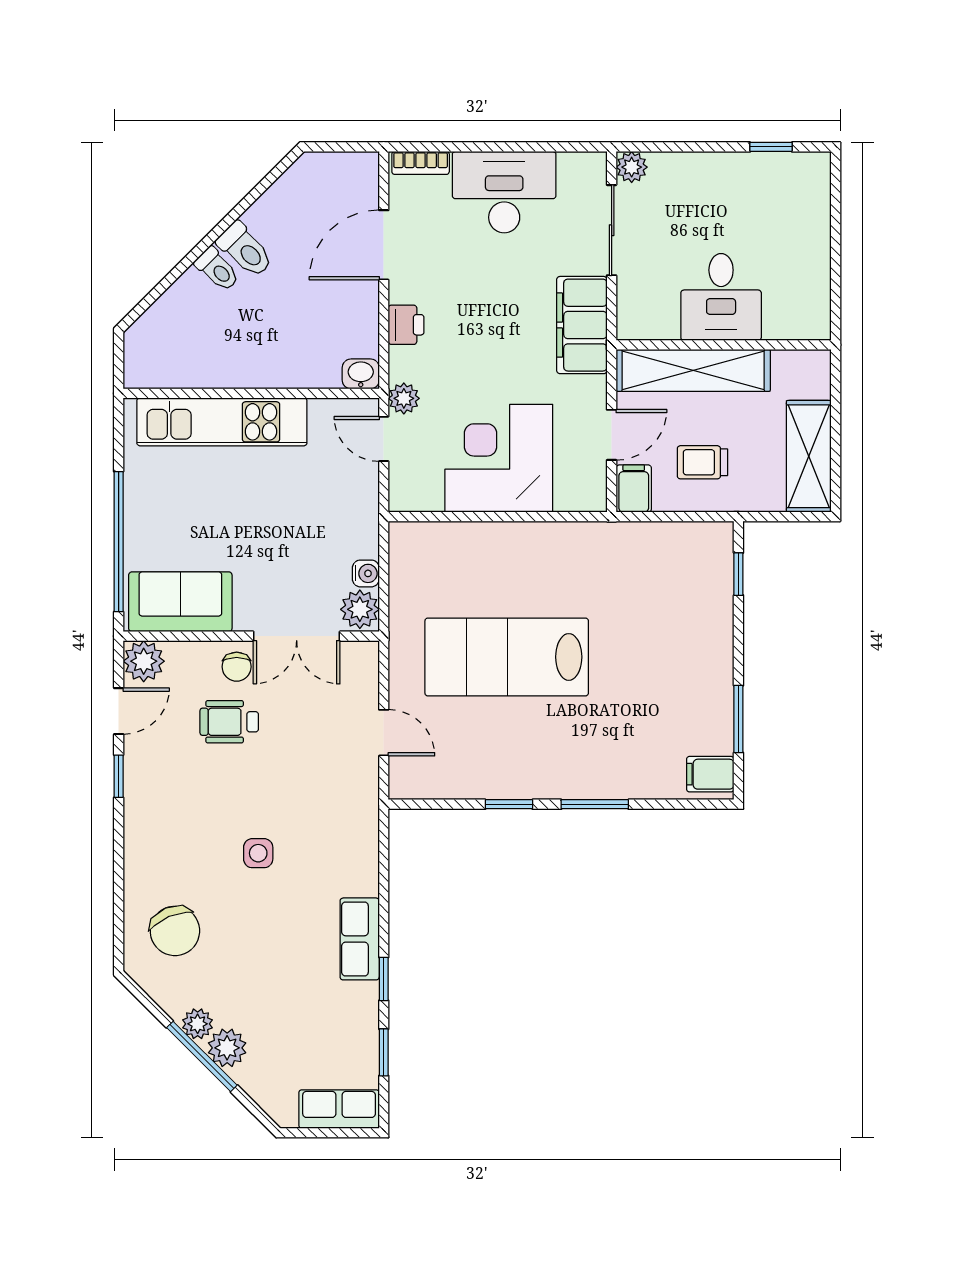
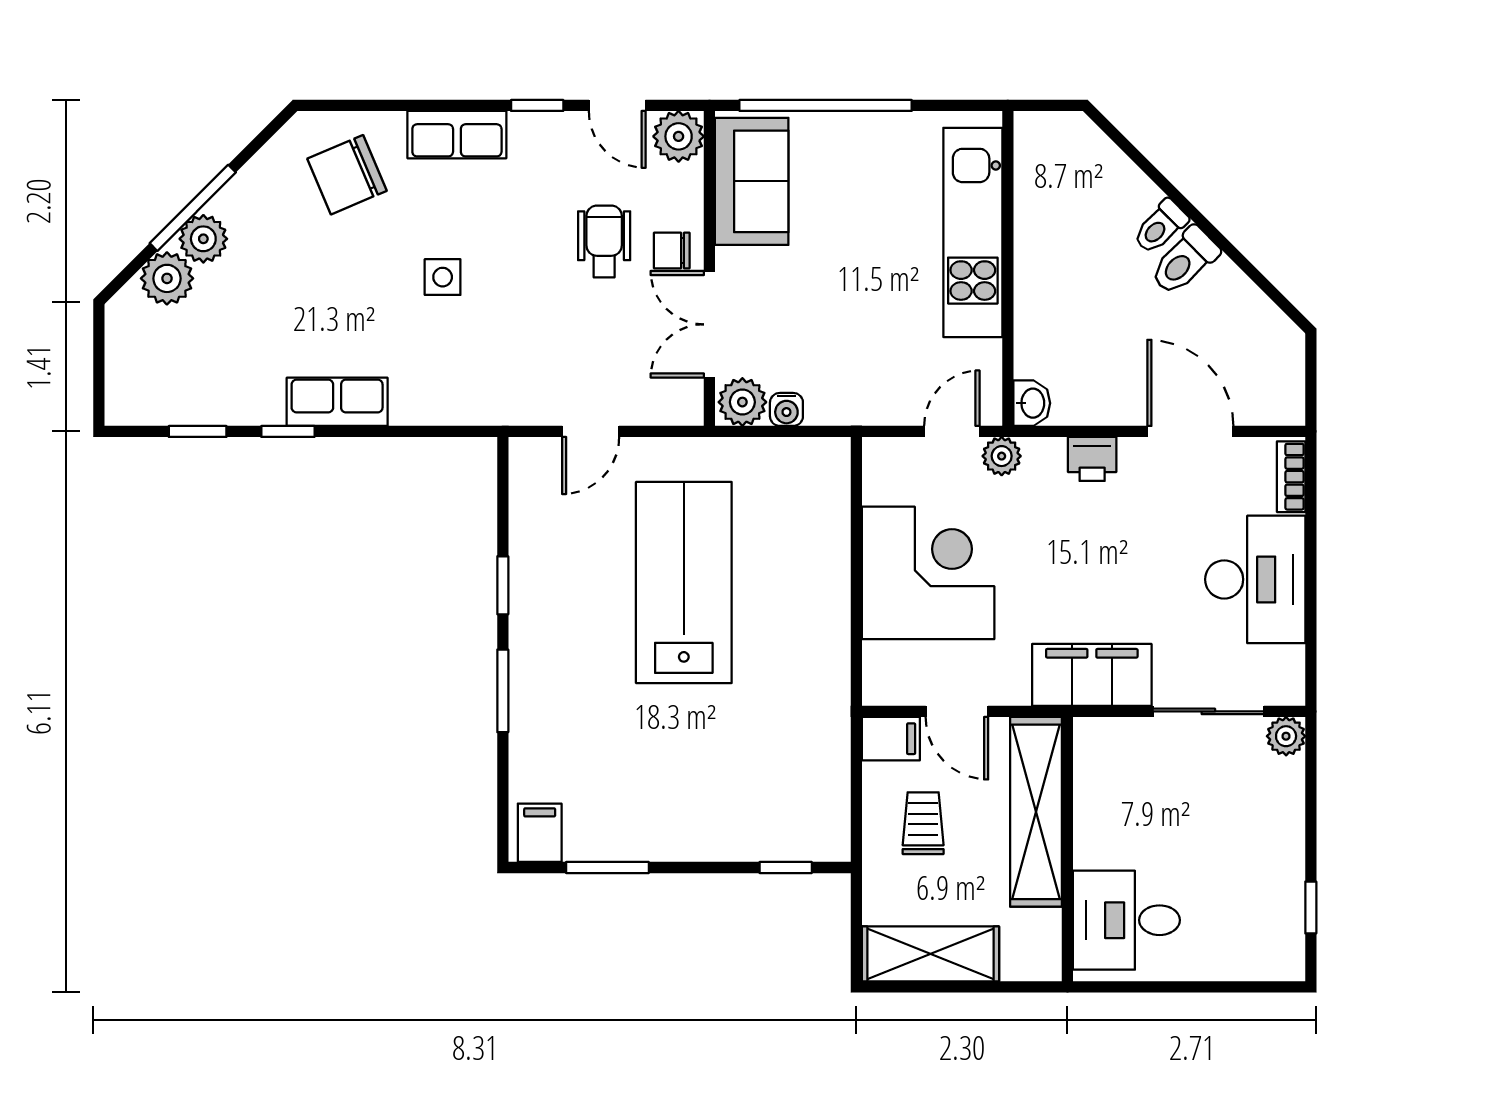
desk: (721, 297) -> (1126, 920), moved
plant: (198, 1024) -> (167, 278), moved, width x1.38, depth x1.38
row of seats: (339, 1109) -> (457, 135), moved, turned 90

